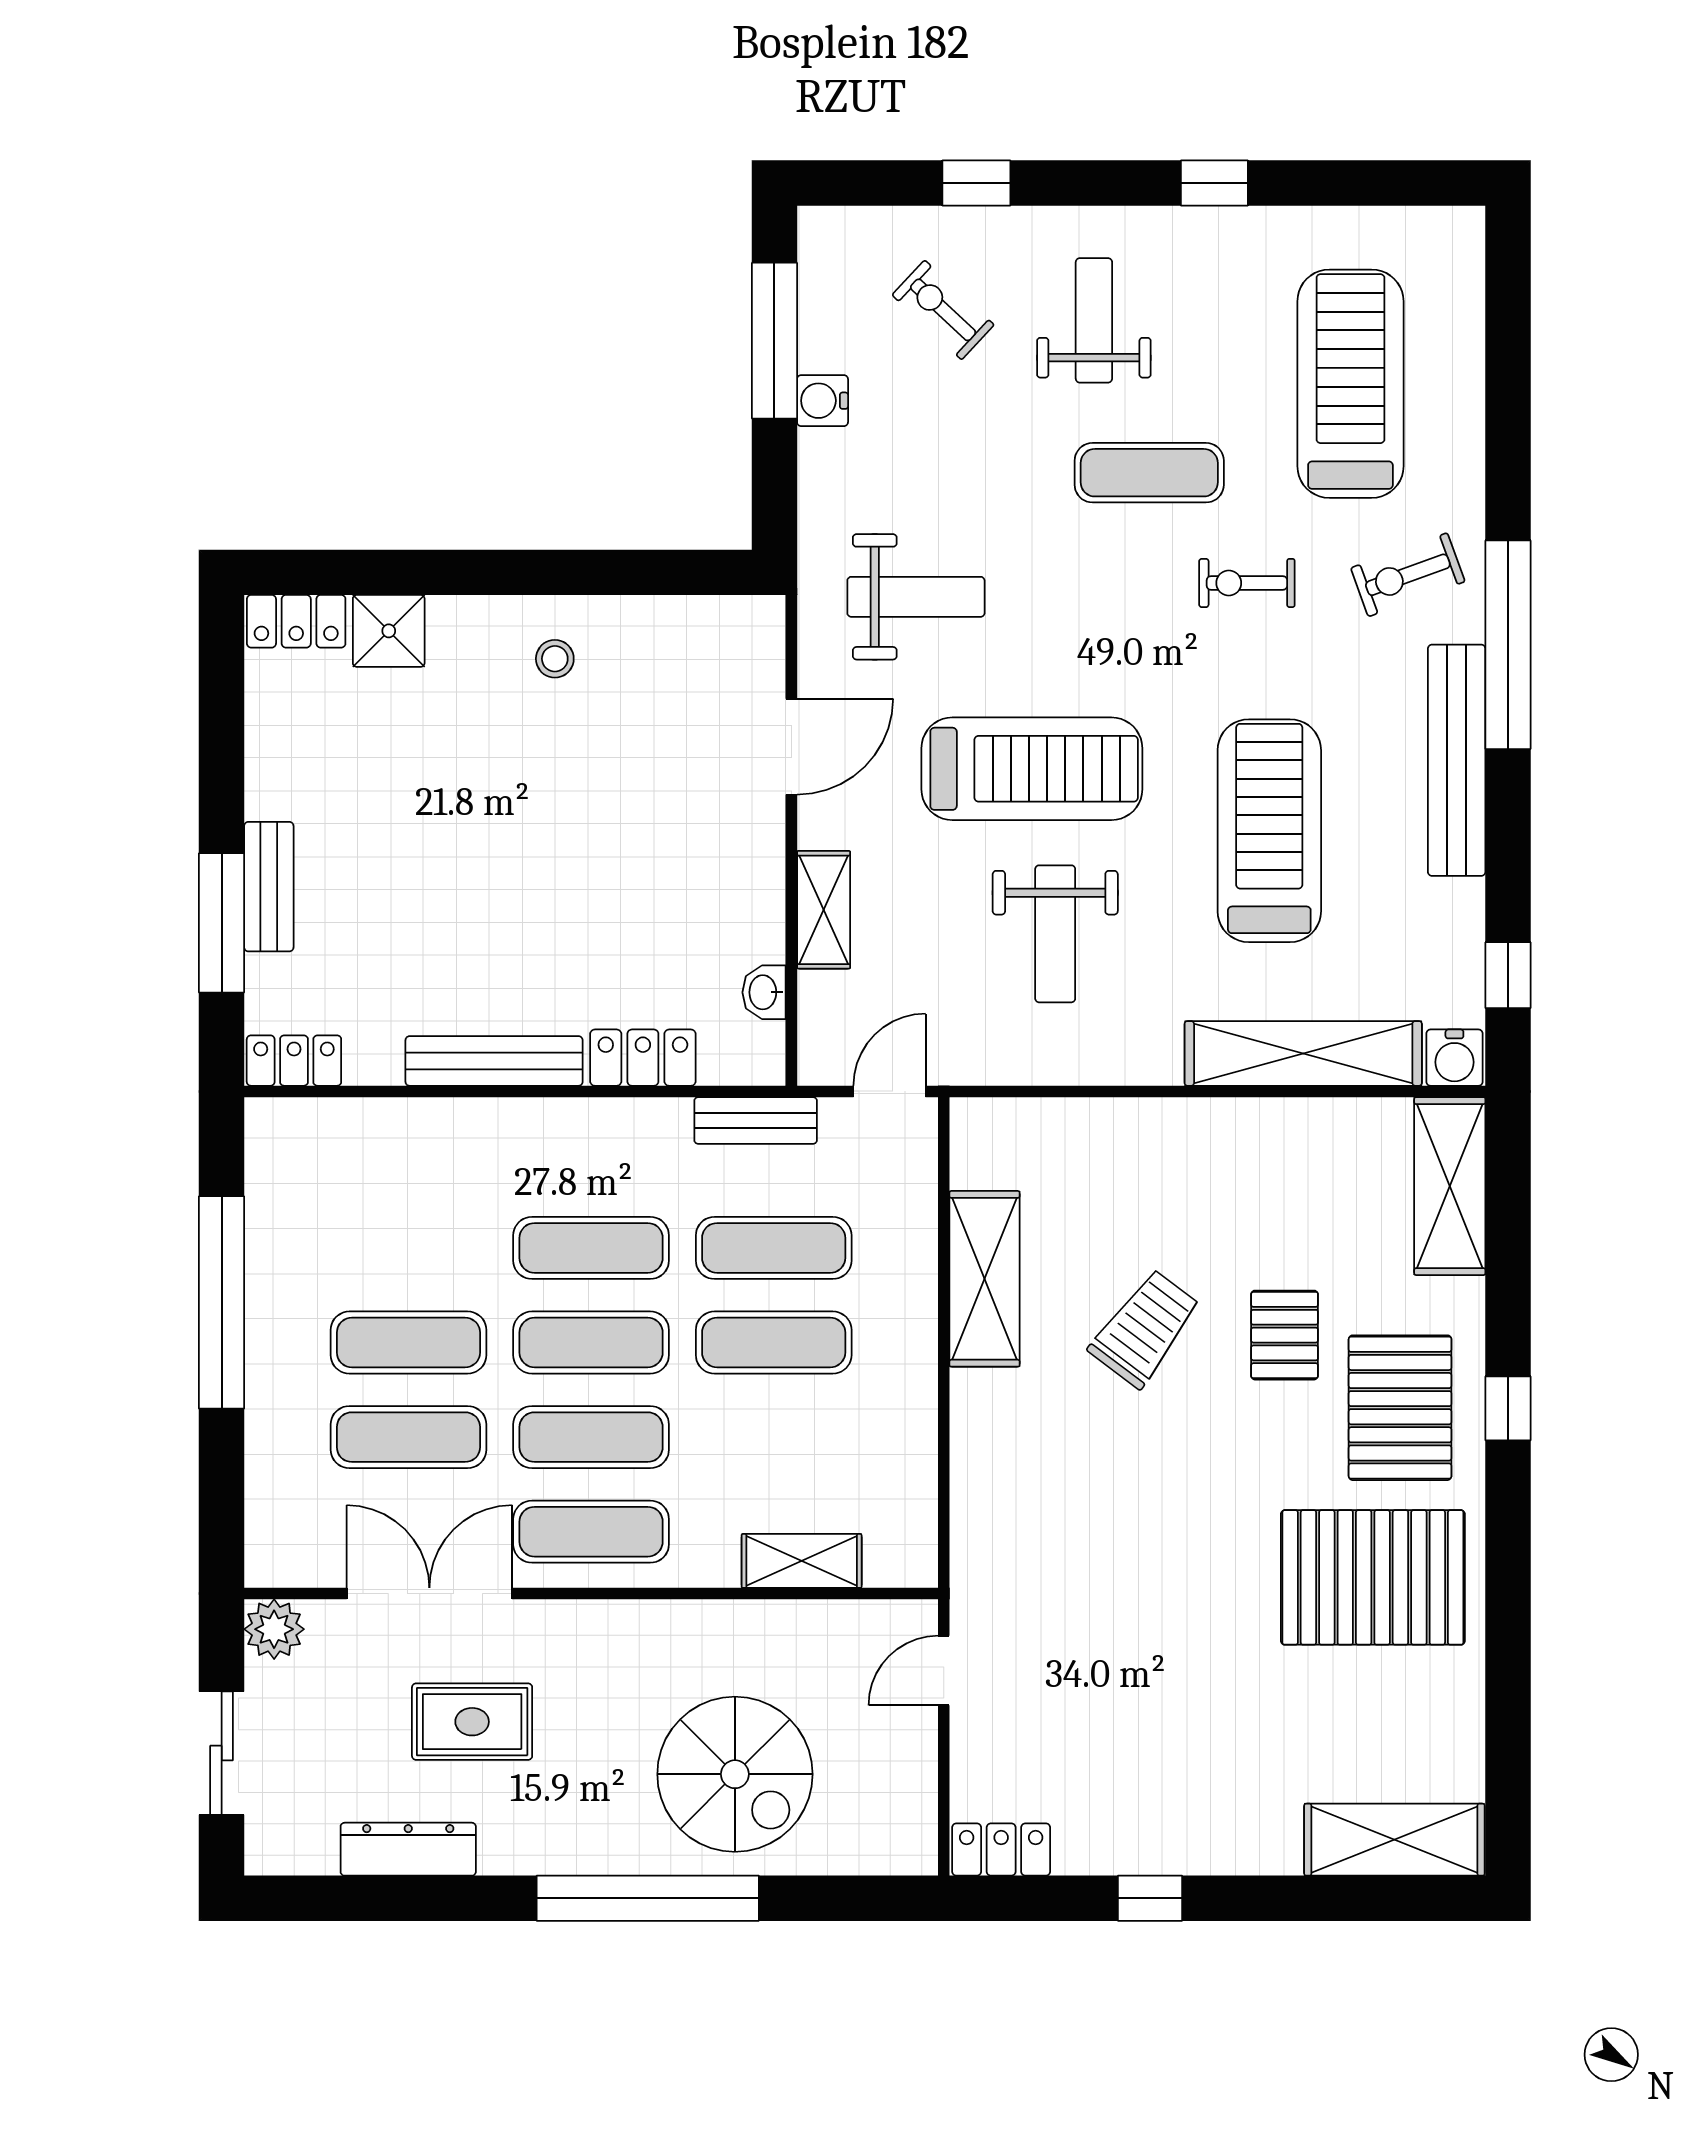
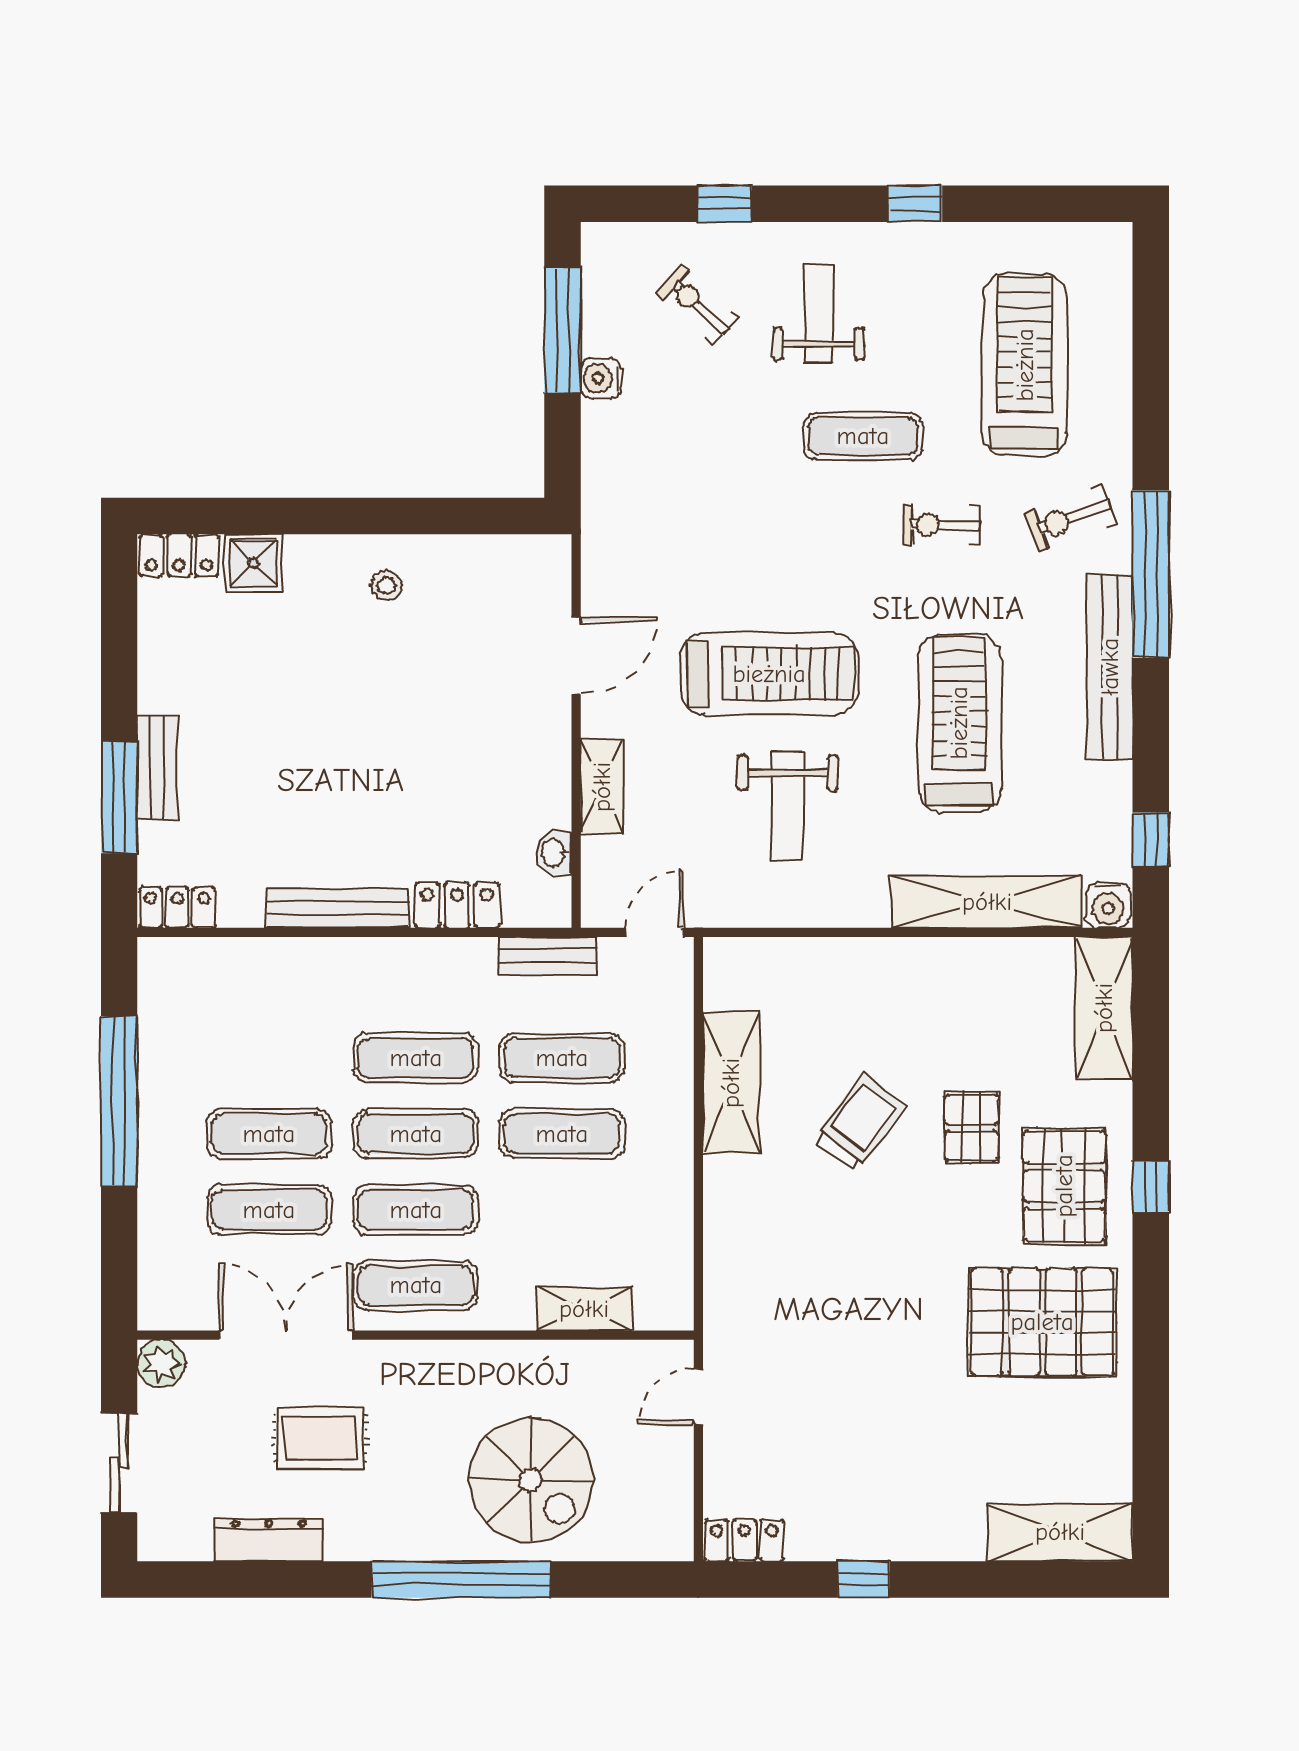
weight bench: (916, 597) -> (676, 536), removed

